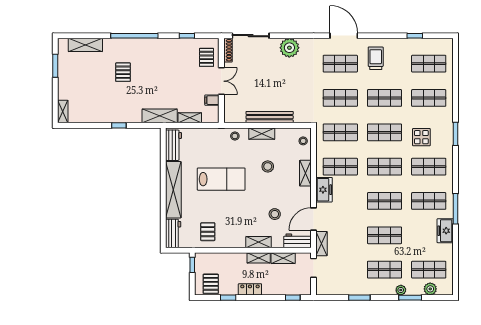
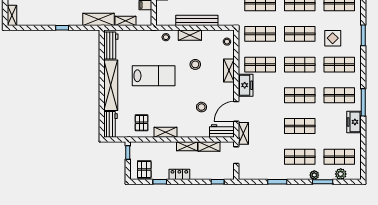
shelving: (259, 242) -> (165, 132), moved

